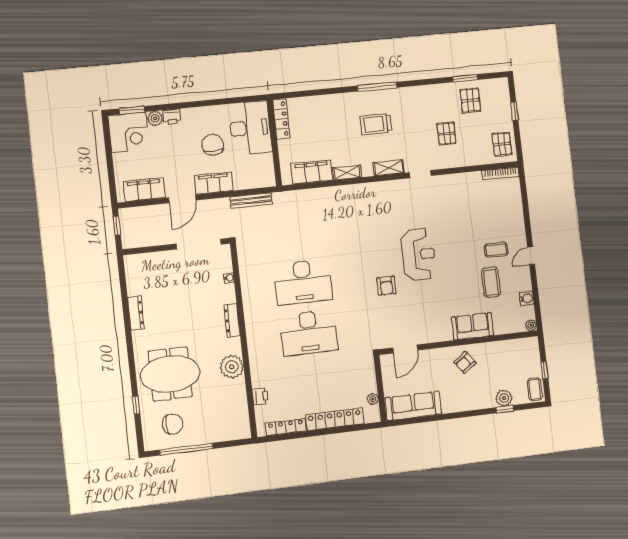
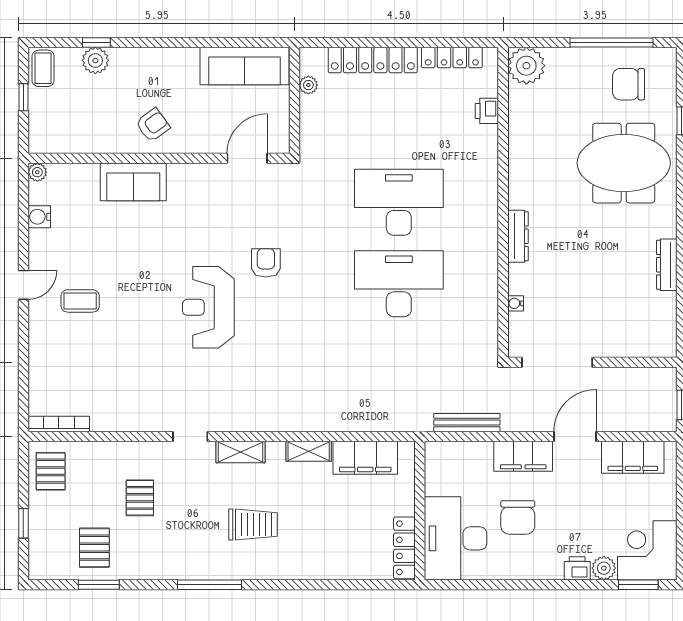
window: (377, 87) -> (210, 585), moved
coffee table: (491, 282) -> (95, 249), removed
plant: (232, 367) -> (526, 66), moved

